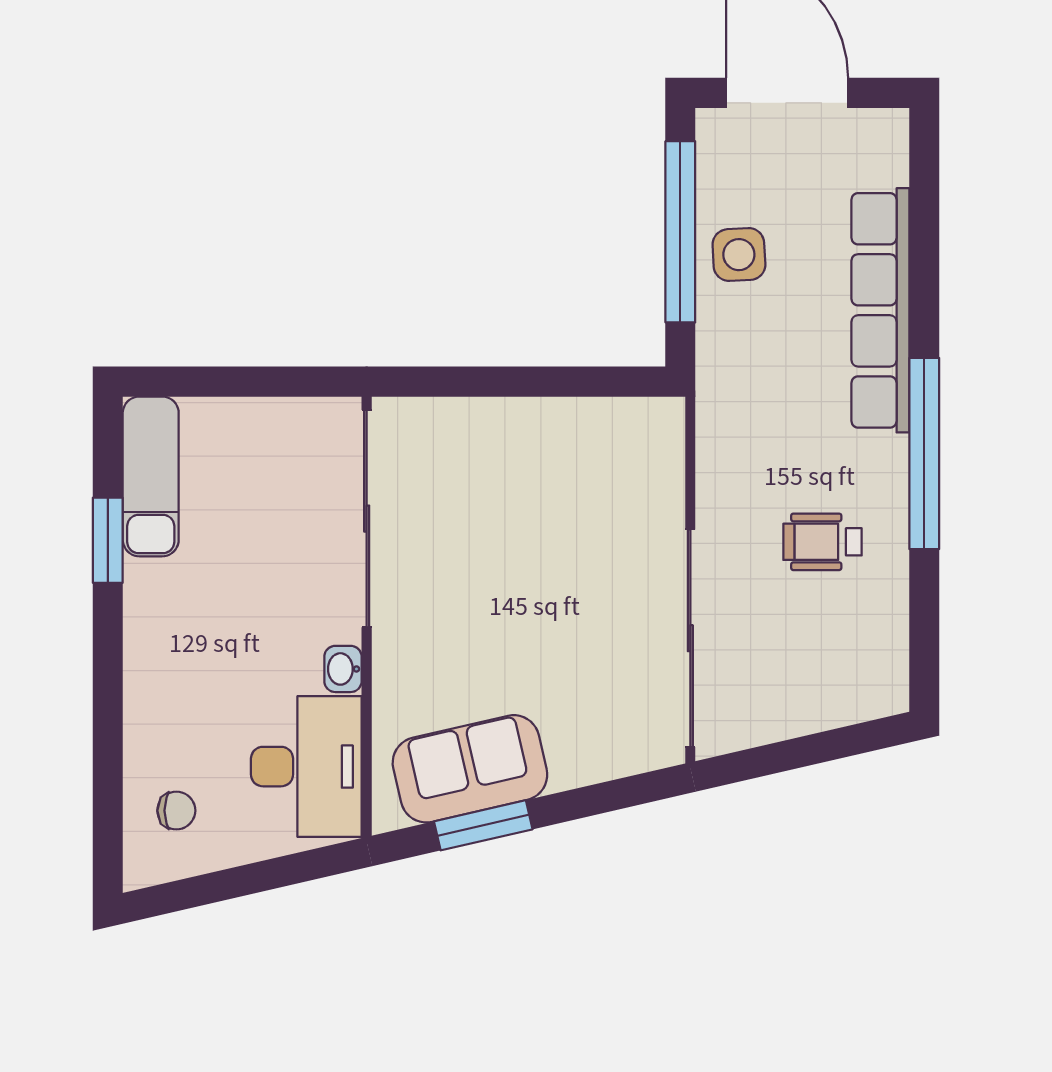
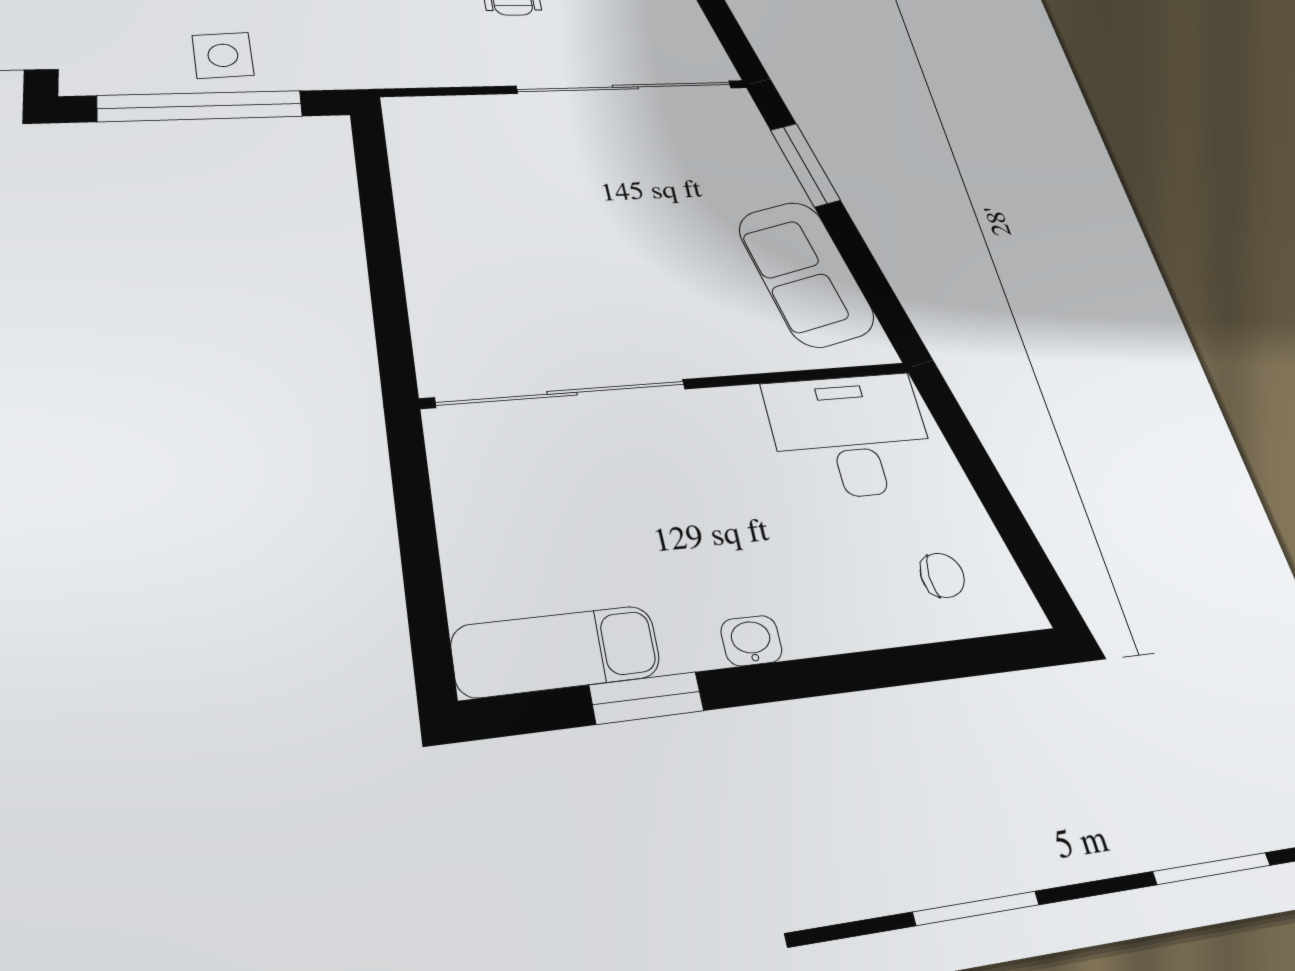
washbasin: (343, 669) -> (751, 641), moved, turned 180
chair: (176, 811) -> (942, 575), turned 90
window: (483, 825) -> (805, 165), moved

